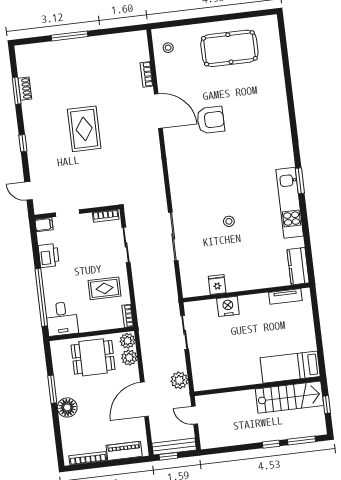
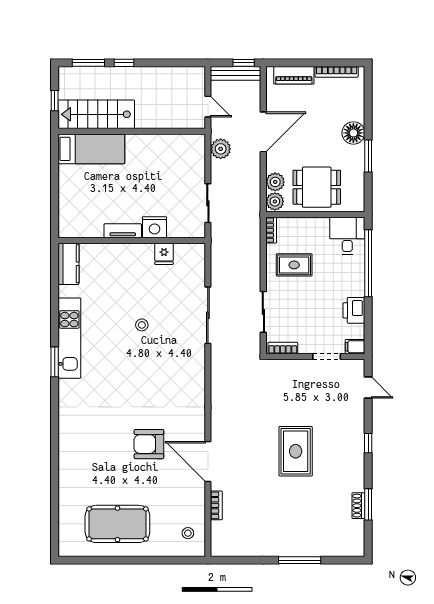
tv unit: (285, 296) -> (123, 231), moved

